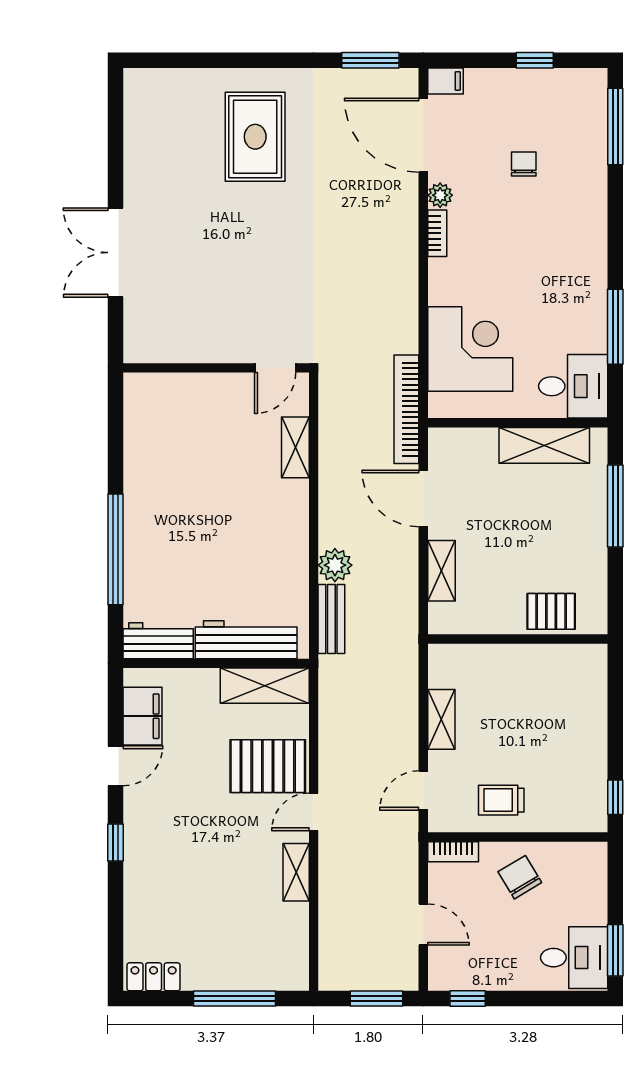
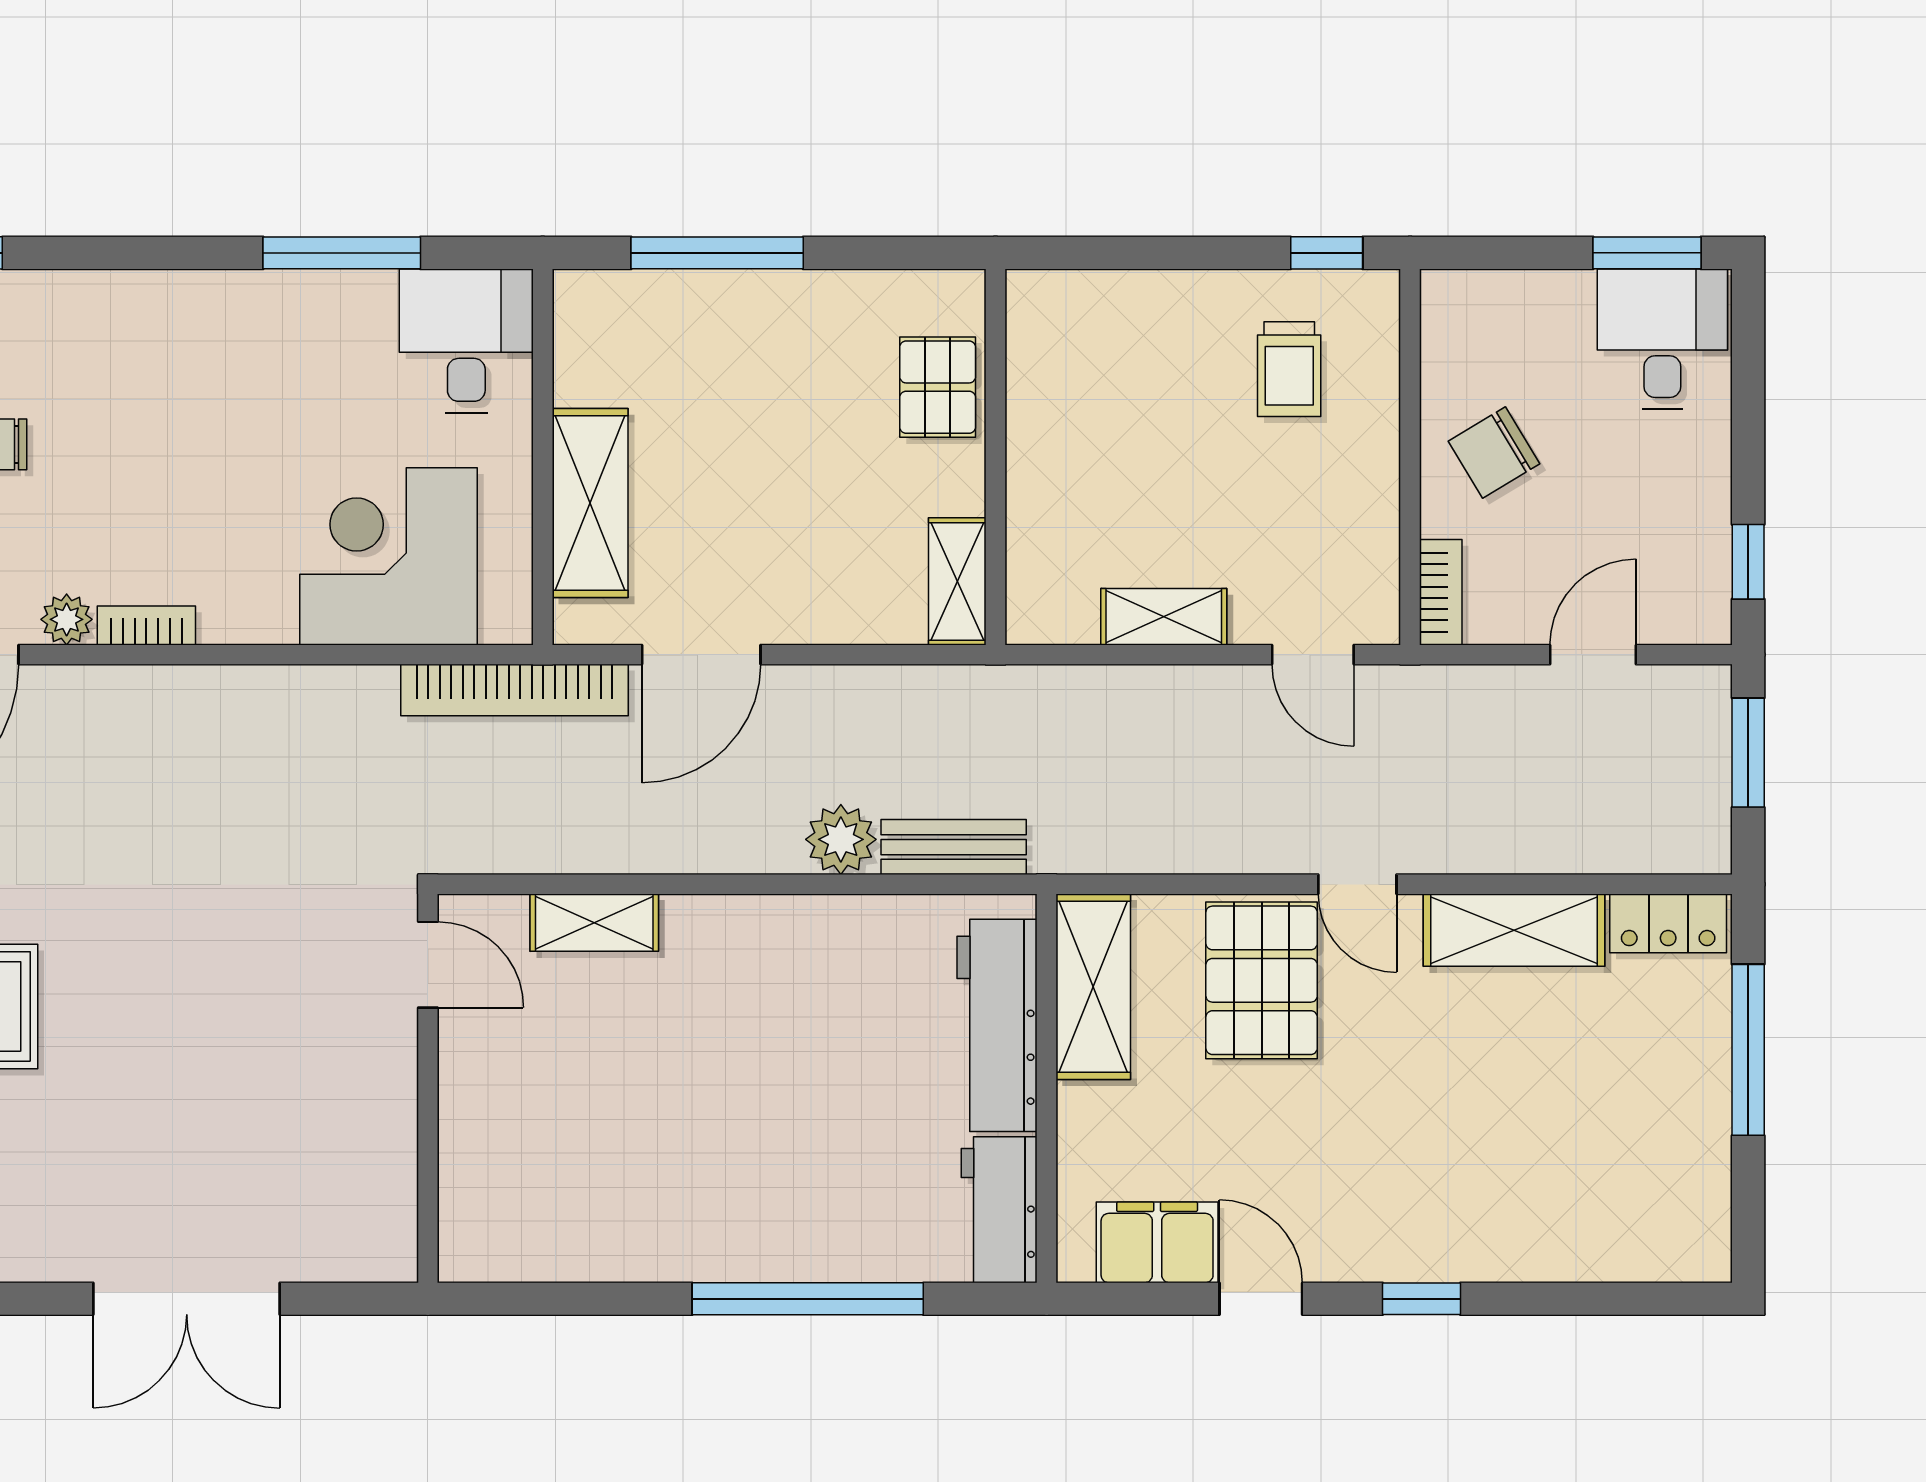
shelving: (544, 445) -> (590, 503), moved
shelving: (442, 571) -> (957, 581), moved, turned 90
trolley: (501, 800) -> (1289, 369), moved
shelving: (296, 872) -> (1514, 930), width x1.50, depth x1.33
locker: (154, 977) -> (1668, 923), moved, turned -90

